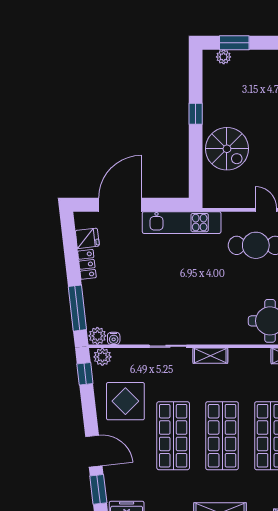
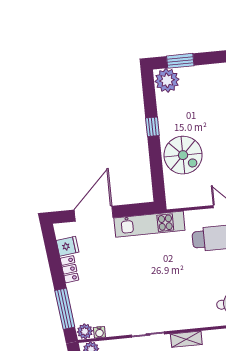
plant: (224, 57) -> (167, 80), width x1.87, depth x1.87

